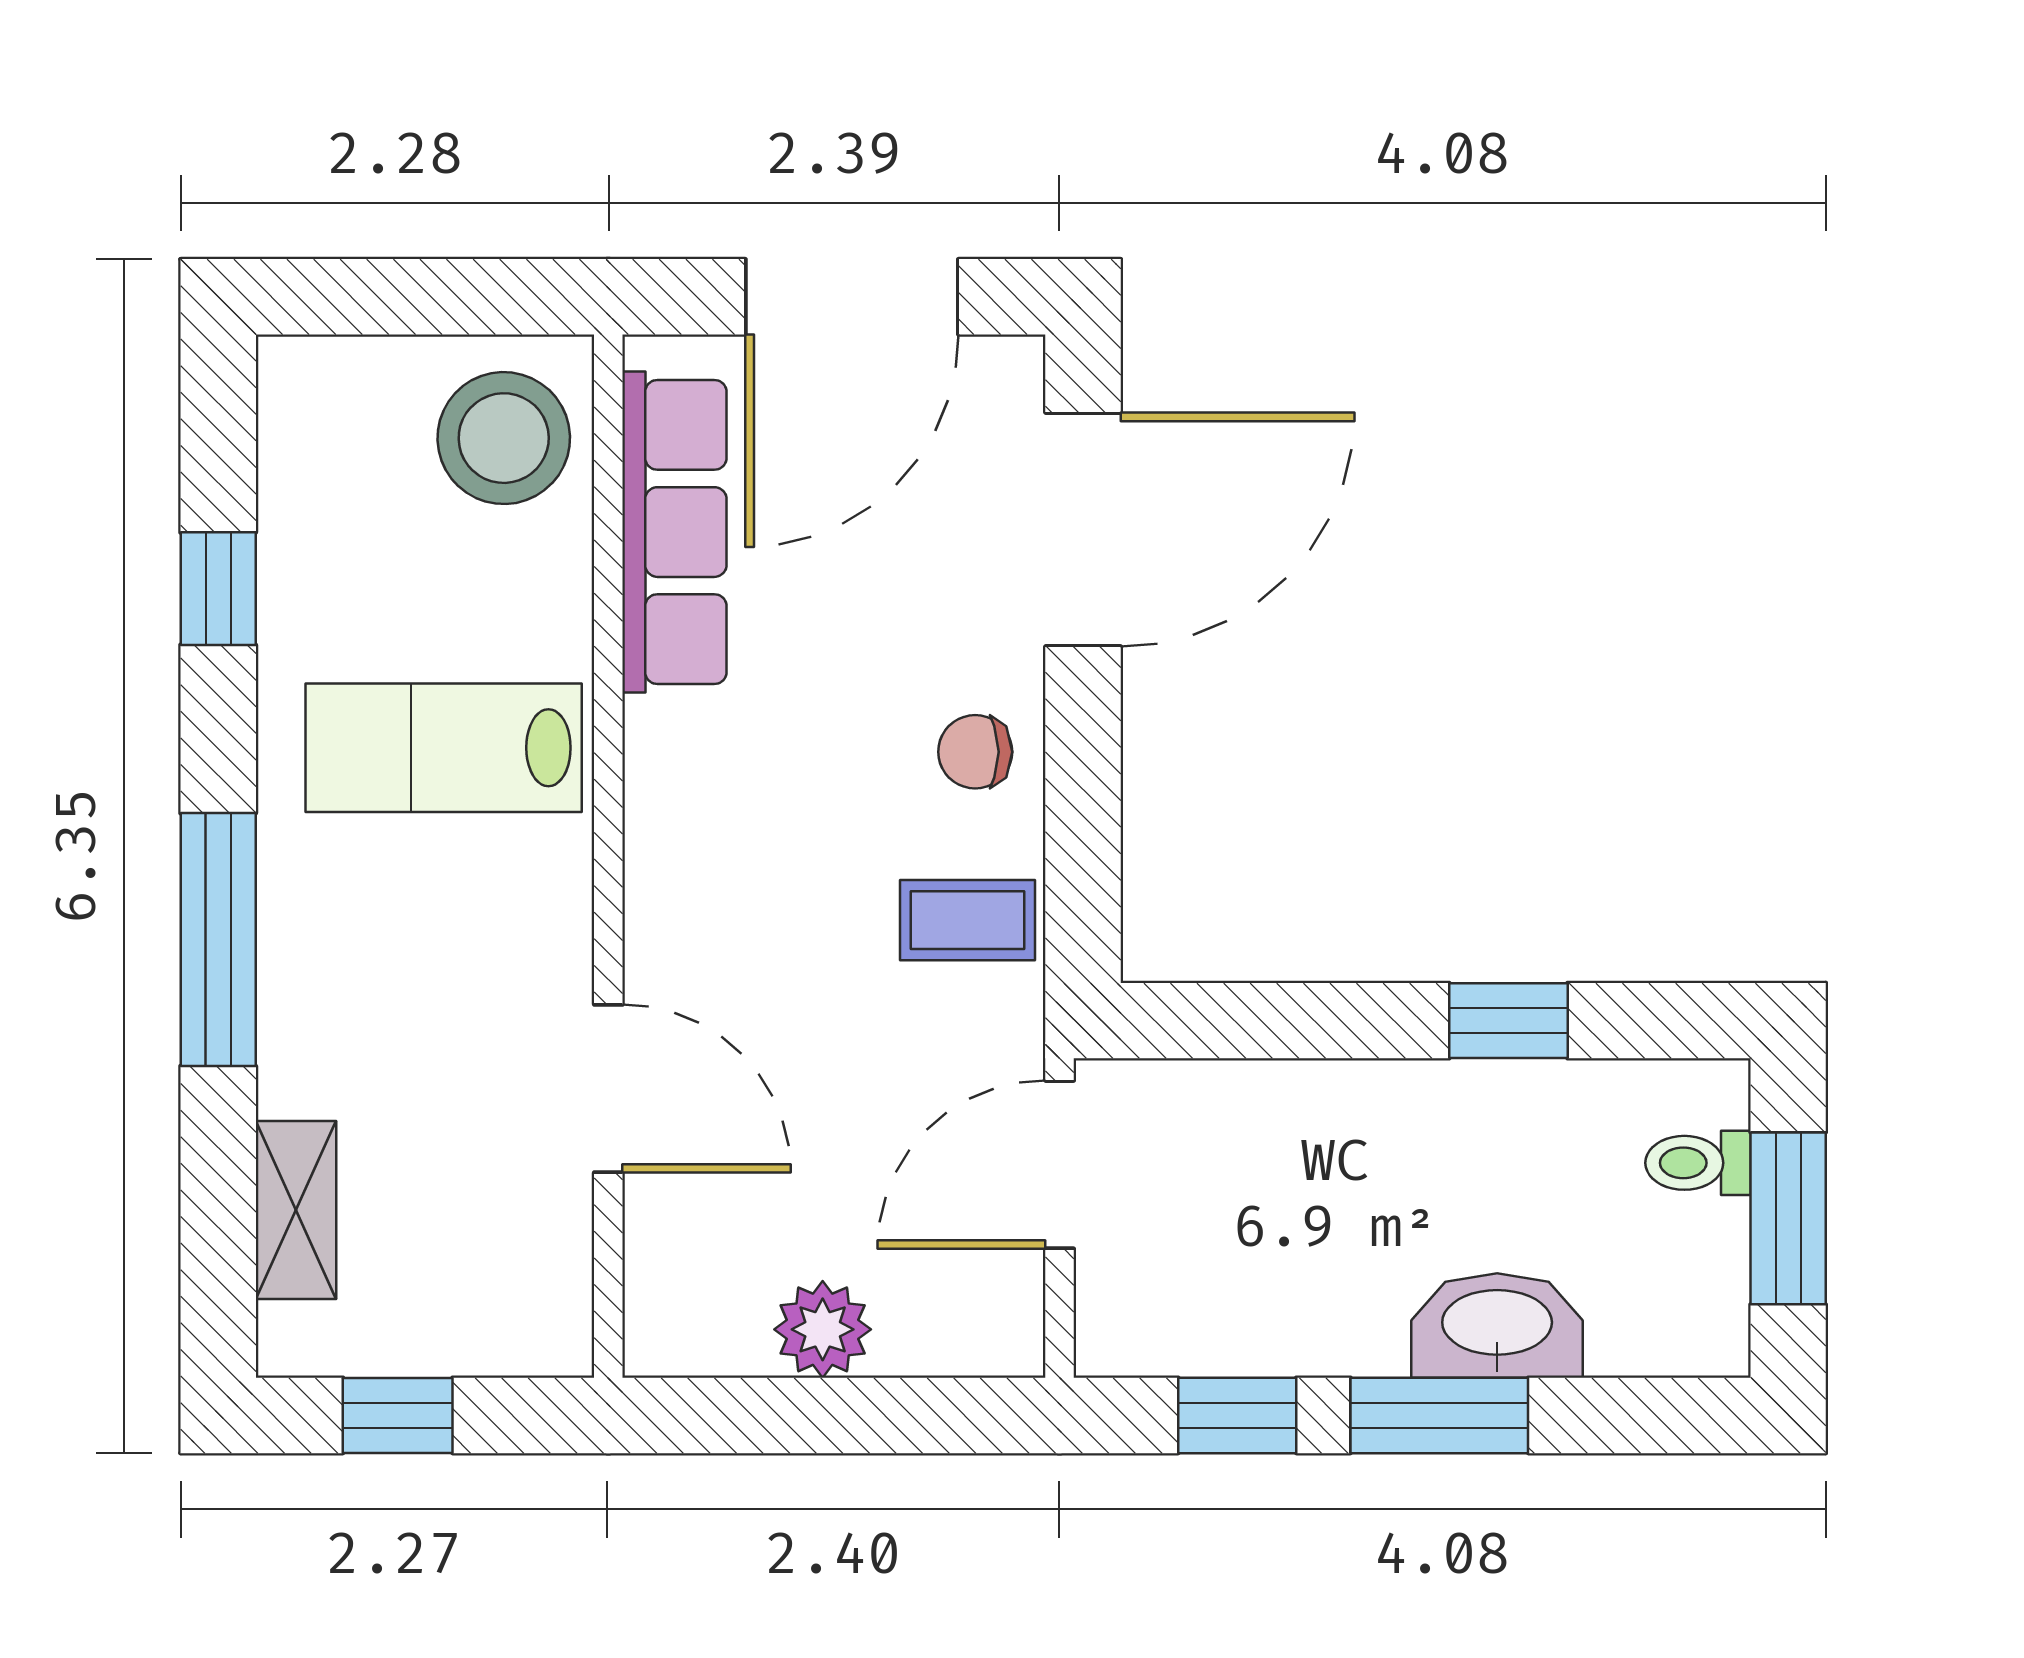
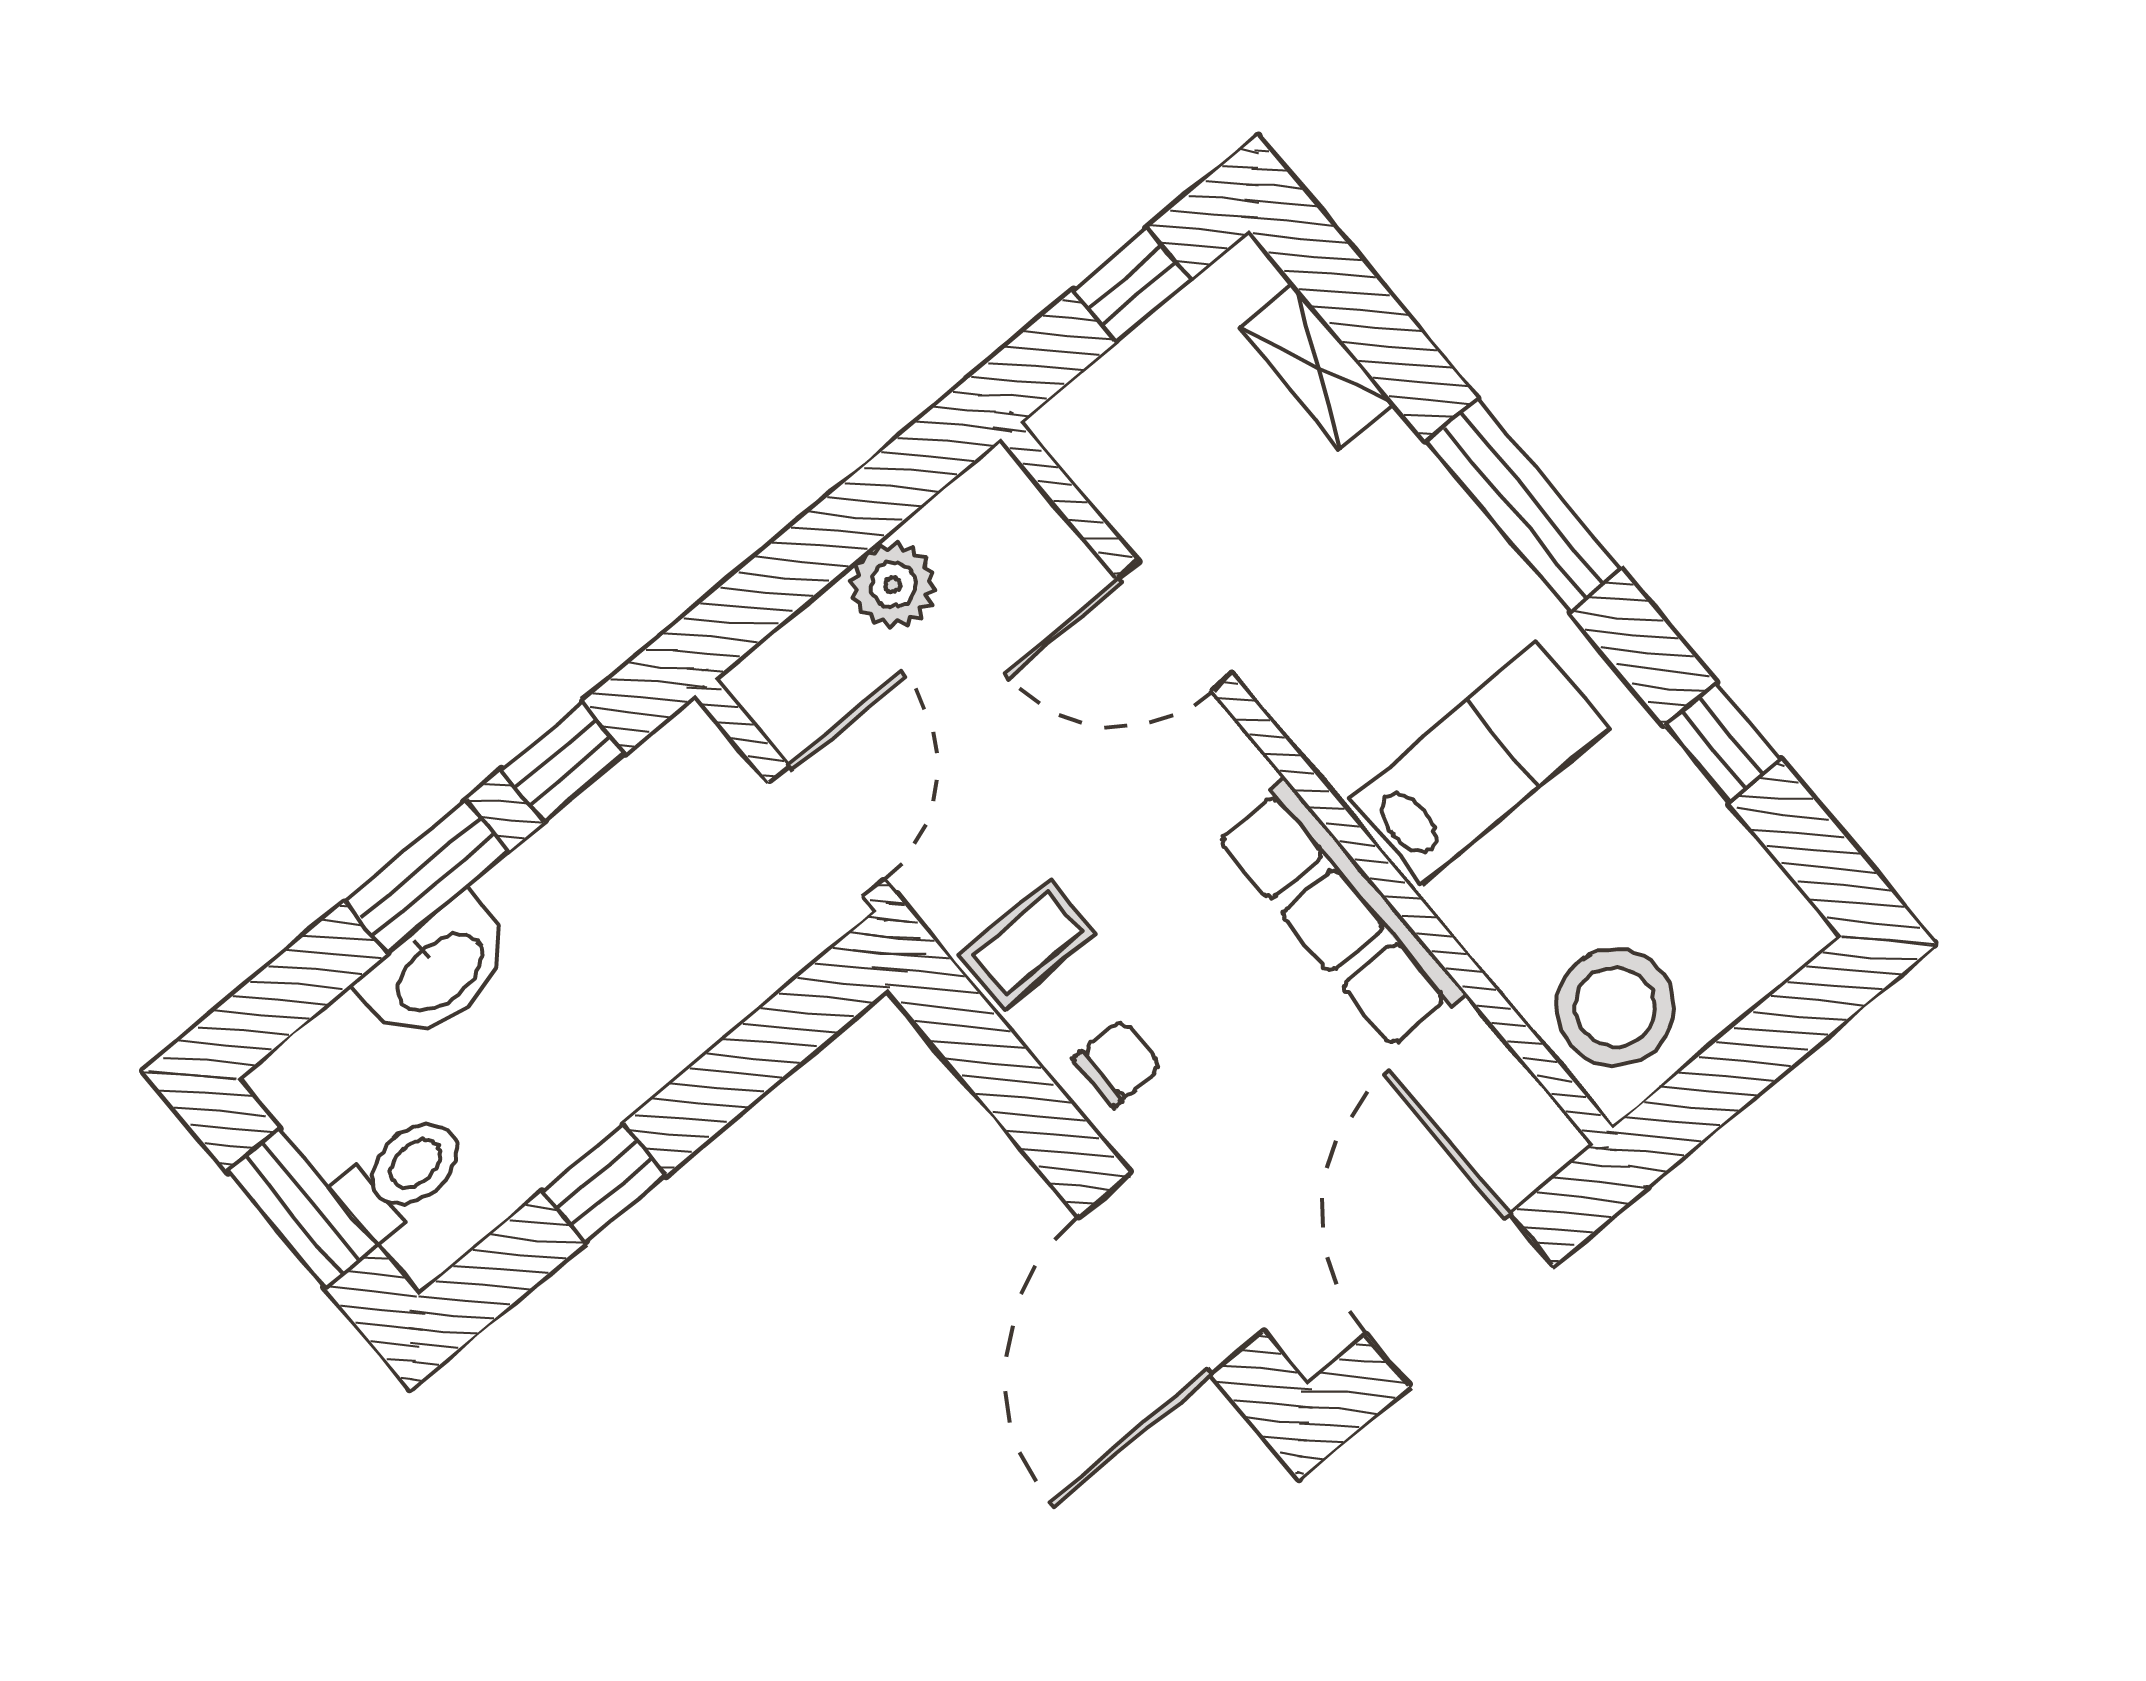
row of seats: (674, 532) -> (1340, 914), moved
toilet: (1698, 1163) -> (402, 1175), width x1.37, depth x1.39

